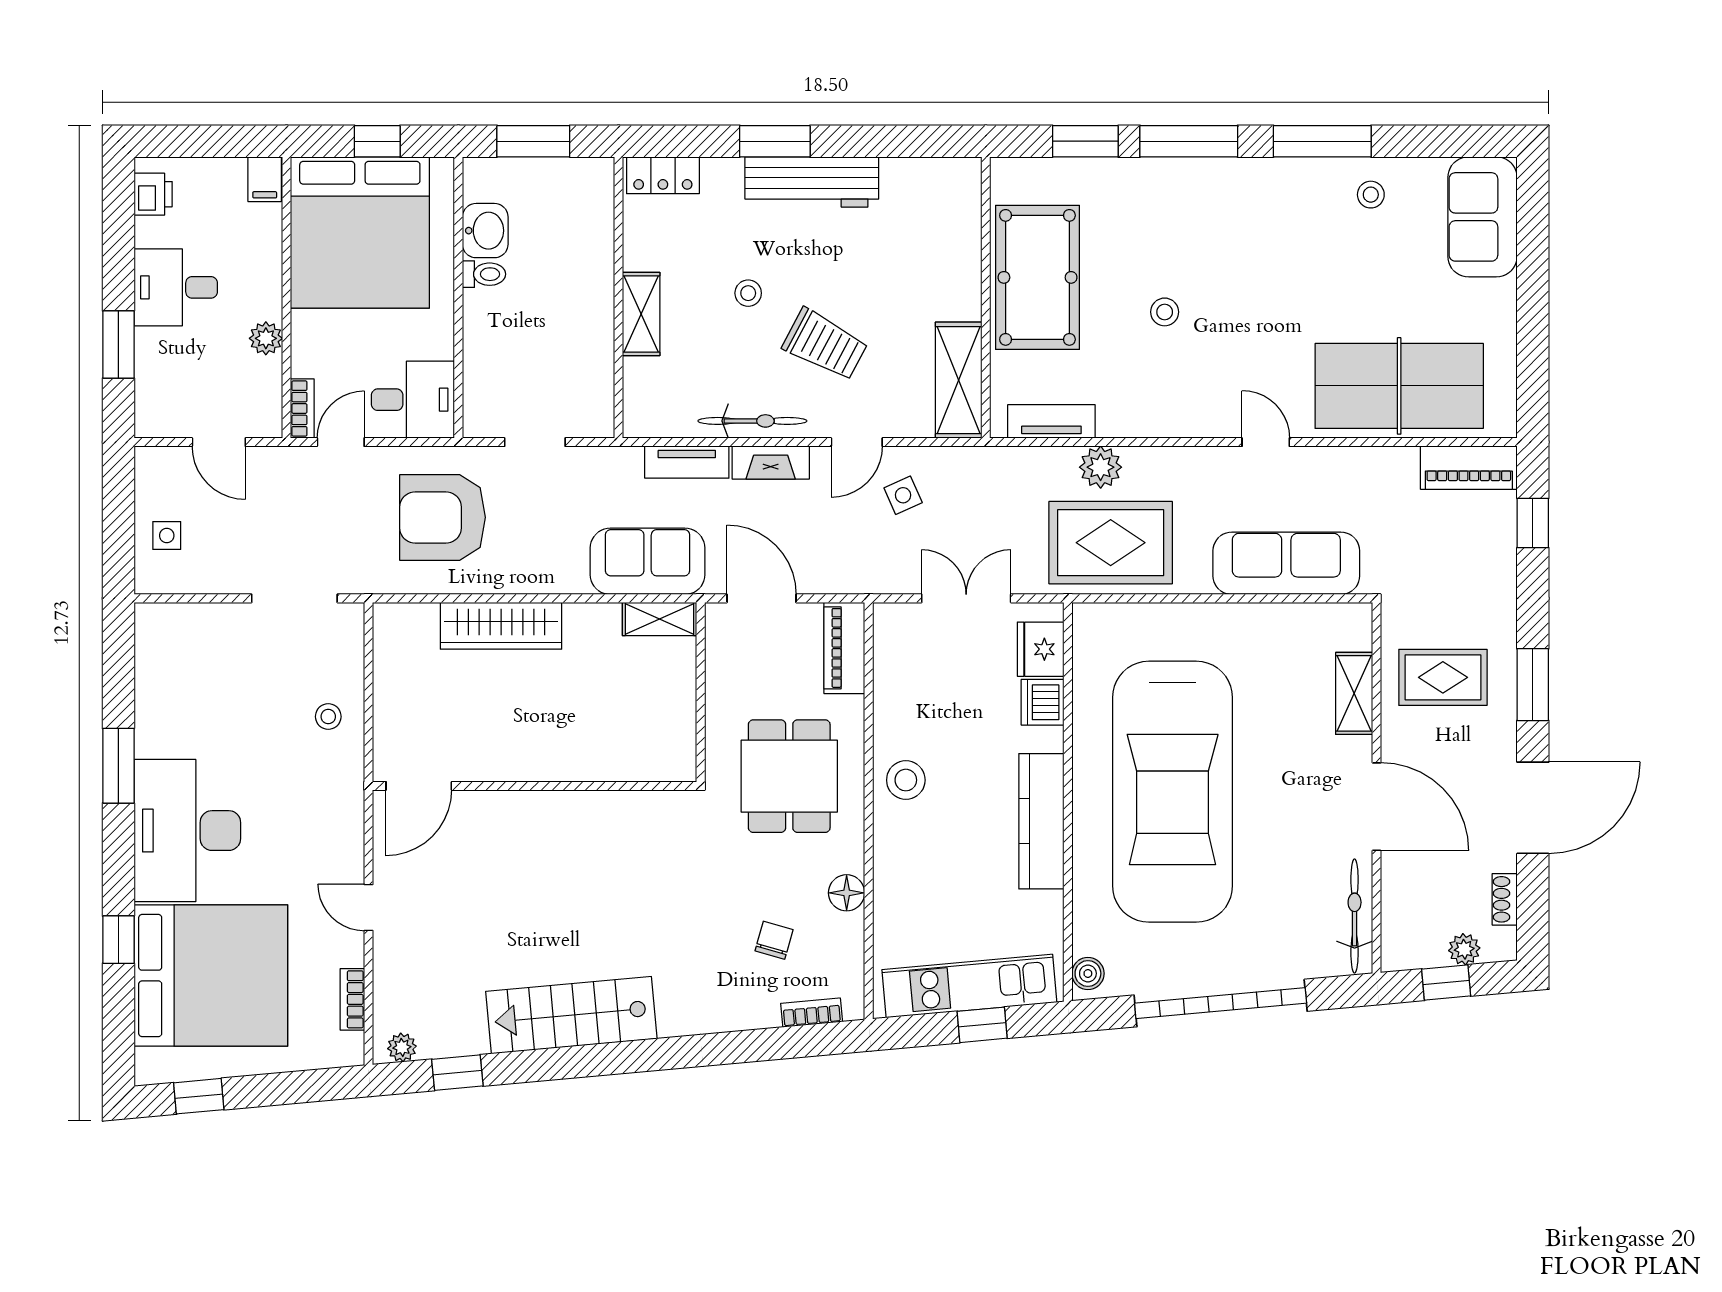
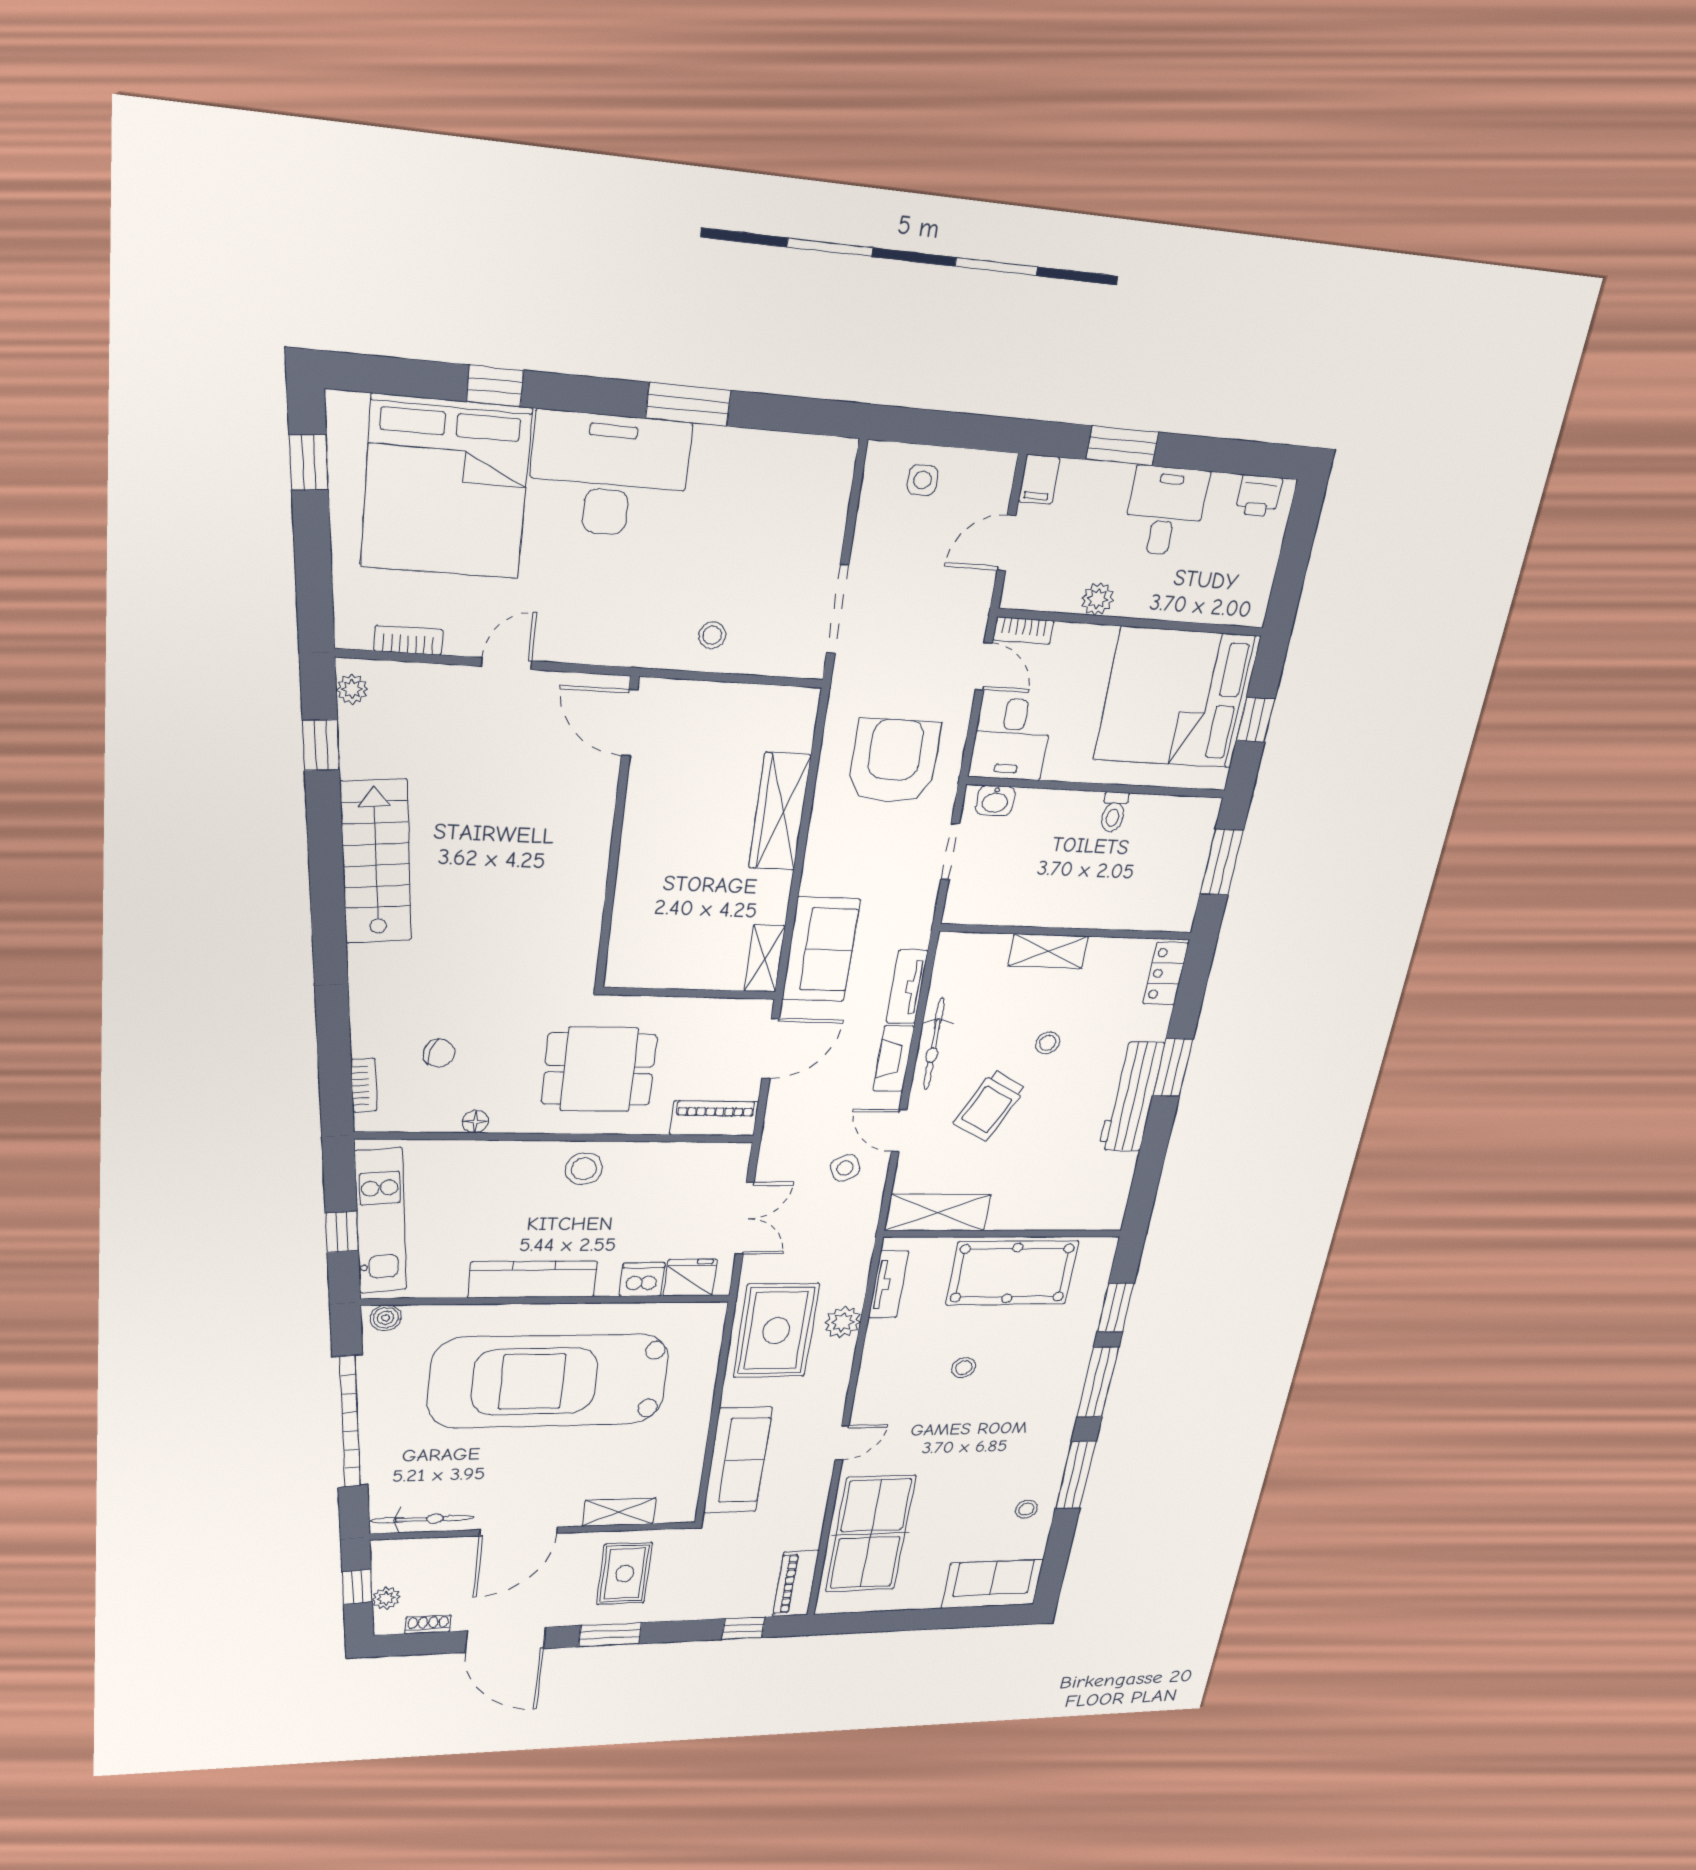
filing cabinet: (265, 179) -> (1039, 479), moved, turned -90
washbasin: (485, 231) -> (995, 801), moved, width x0.72, depth x0.69
floor lamp: (847, 893) -> (475, 1122), width x0.73, depth x0.73

